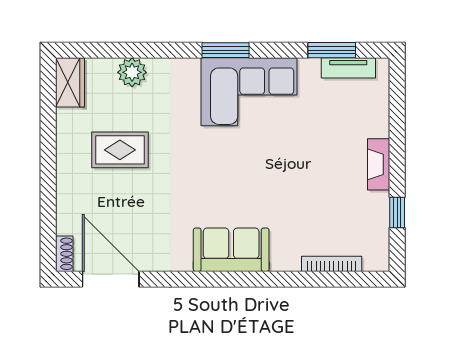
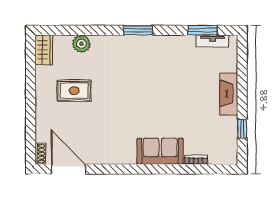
corner sofa: (249, 92) -> (152, 55), removed
fireplace: (379, 164) -> (229, 94), width x1.37, depth x1.32
sofa: (231, 250) -> (160, 151), moved
bookcase: (332, 264) -> (196, 160), width x0.64

